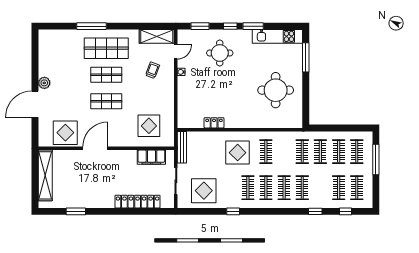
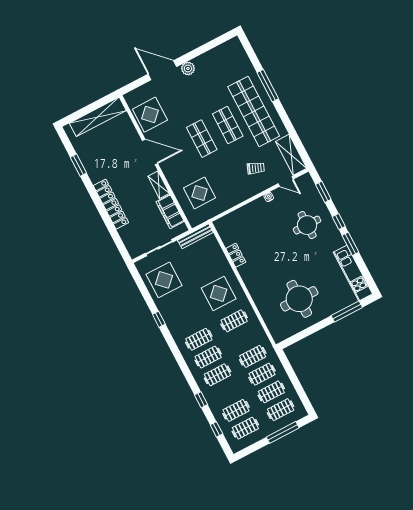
shop shelf: (106, 48) -> (254, 111), width x1.40
shelving: (125, 155) -> (159, 185), added
clothes rail: (248, 188) -> (190, 321), removed
locker: (138, 202) -> (111, 204), moved

